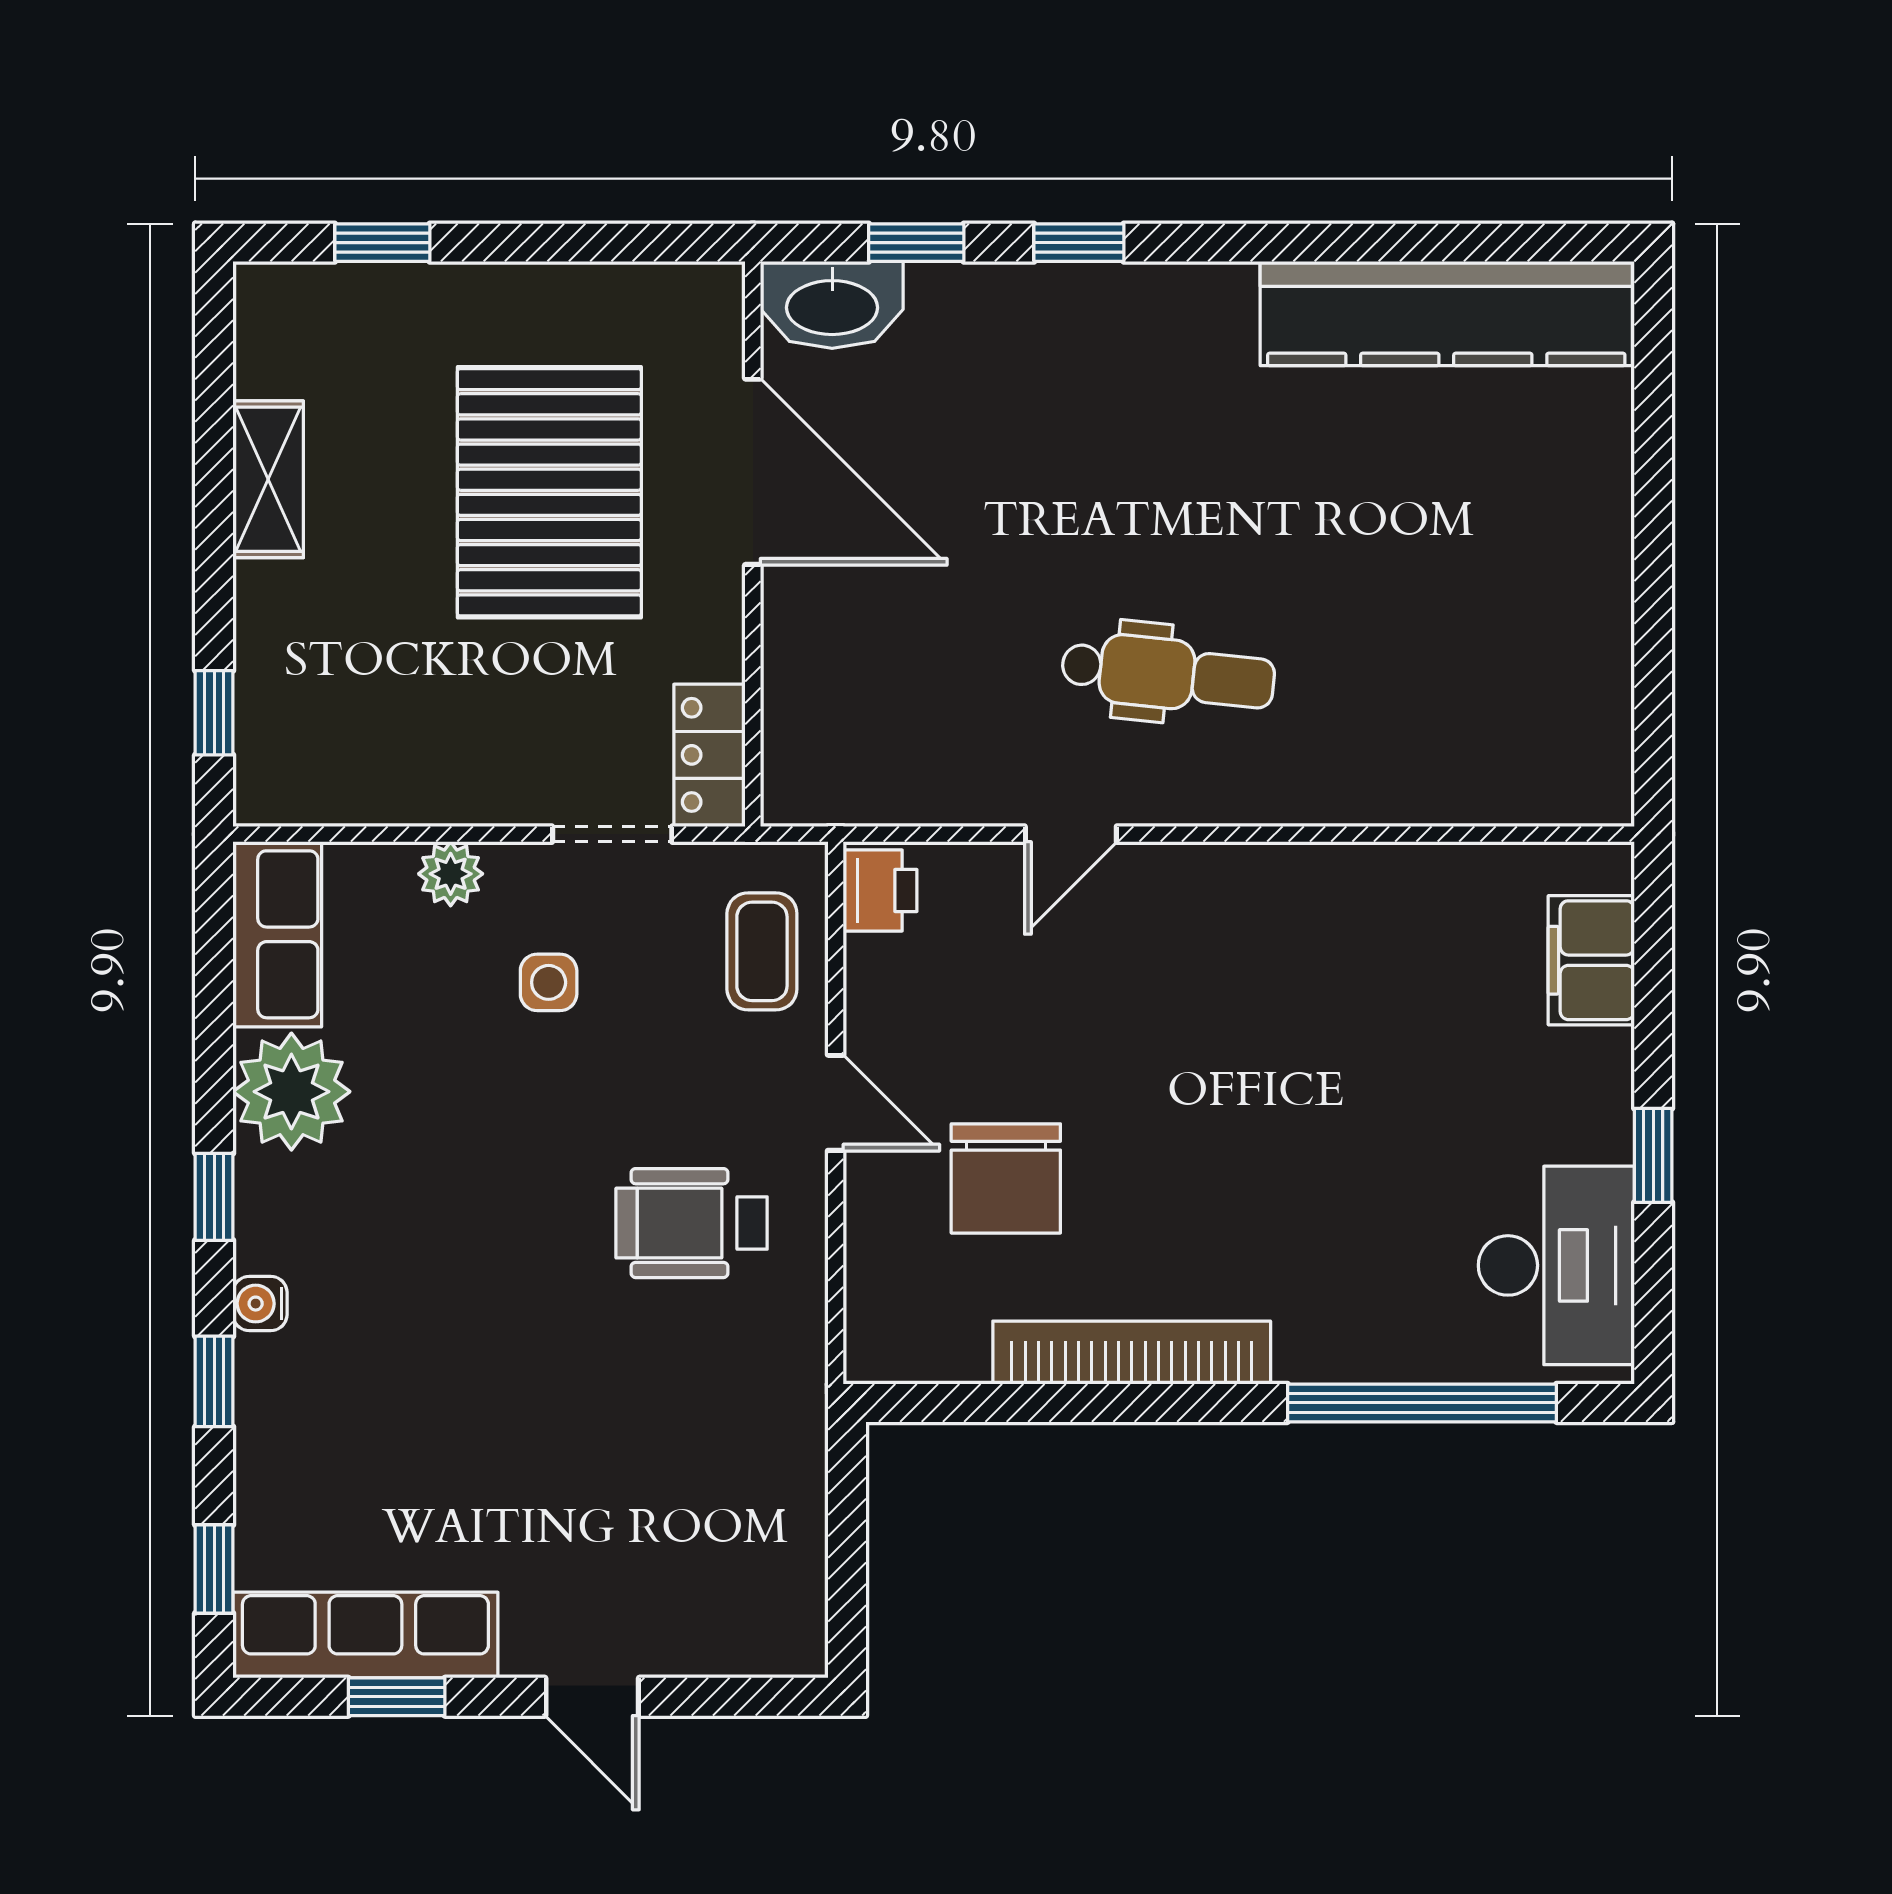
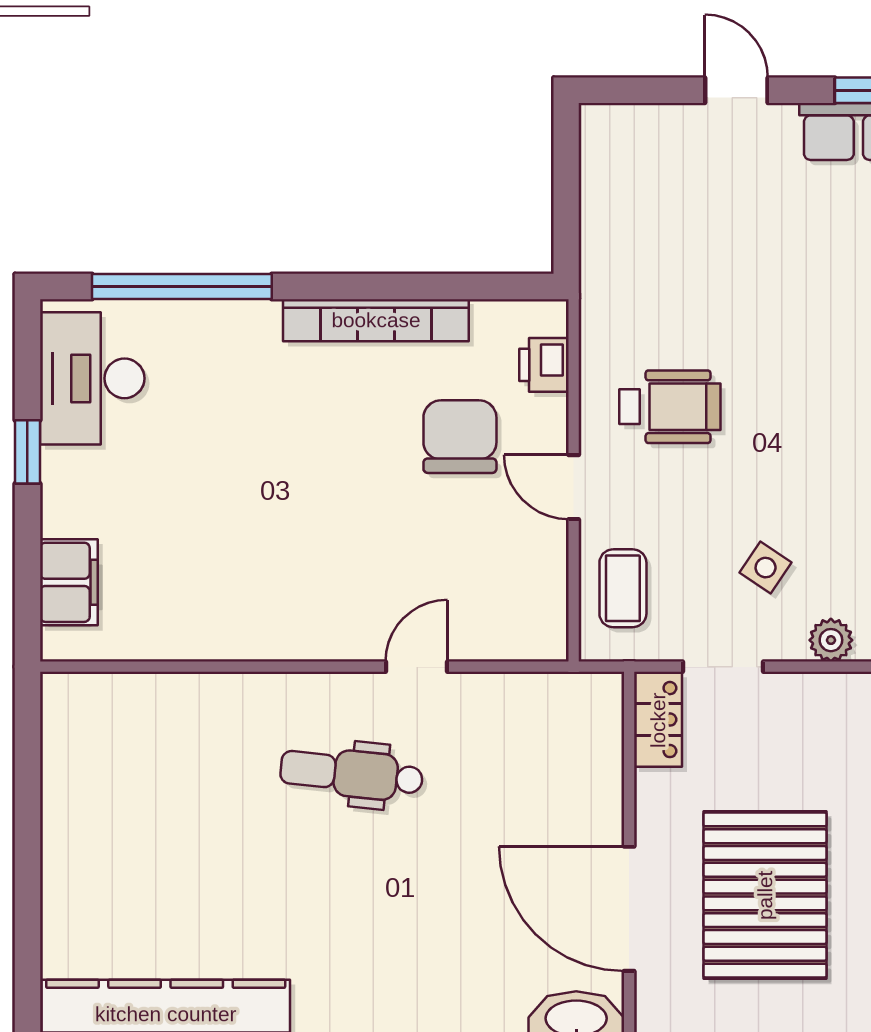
printer: (880, 891) -> (544, 365), moved
side table: (549, 982) -> (766, 568), turned 34

